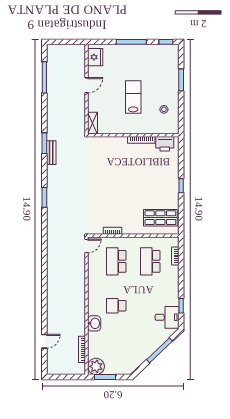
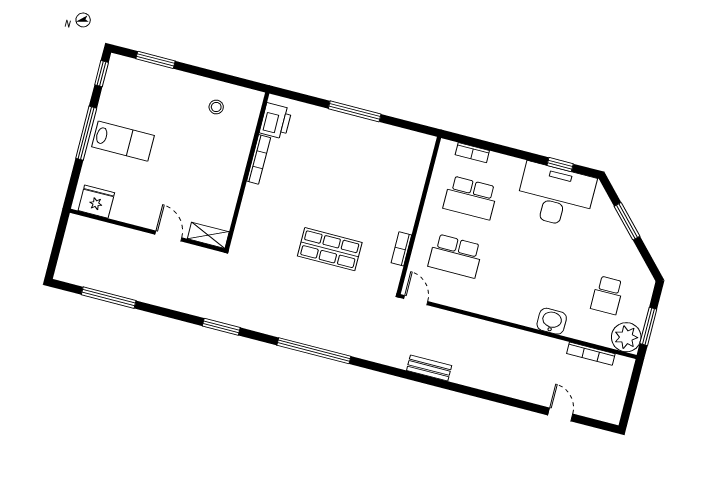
window: (181, 80) -> (155, 60), moved
door: (87, 85) -> (168, 236), moved
lab bench: (133, 97) -> (123, 141), moved, turned 180
bench: (51, 153) -> (429, 368), moved
window: (181, 186) -> (355, 111), width x2.17
window: (44, 197) -> (314, 351), width x2.11
shop shelf: (160, 218) -> (330, 249), moved, turned 90
school desk: (116, 306) -> (607, 295), moved
desk: (167, 317) -> (556, 196), width x1.87, depth x1.30
window: (160, 350) -> (627, 221), width x0.69

